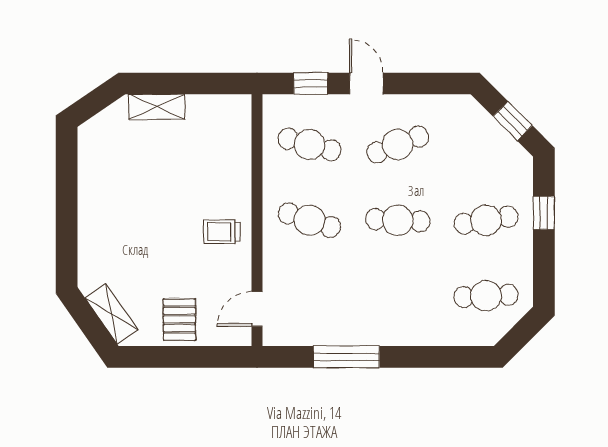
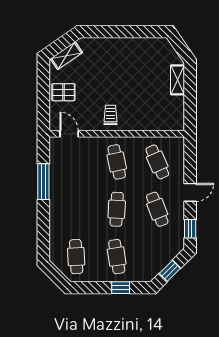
window: (311, 83) -> (190, 229), moved
cafe table: (309, 145) -> (157, 162), turned -39
cafe table: (309, 220) -> (117, 162), turned -30

